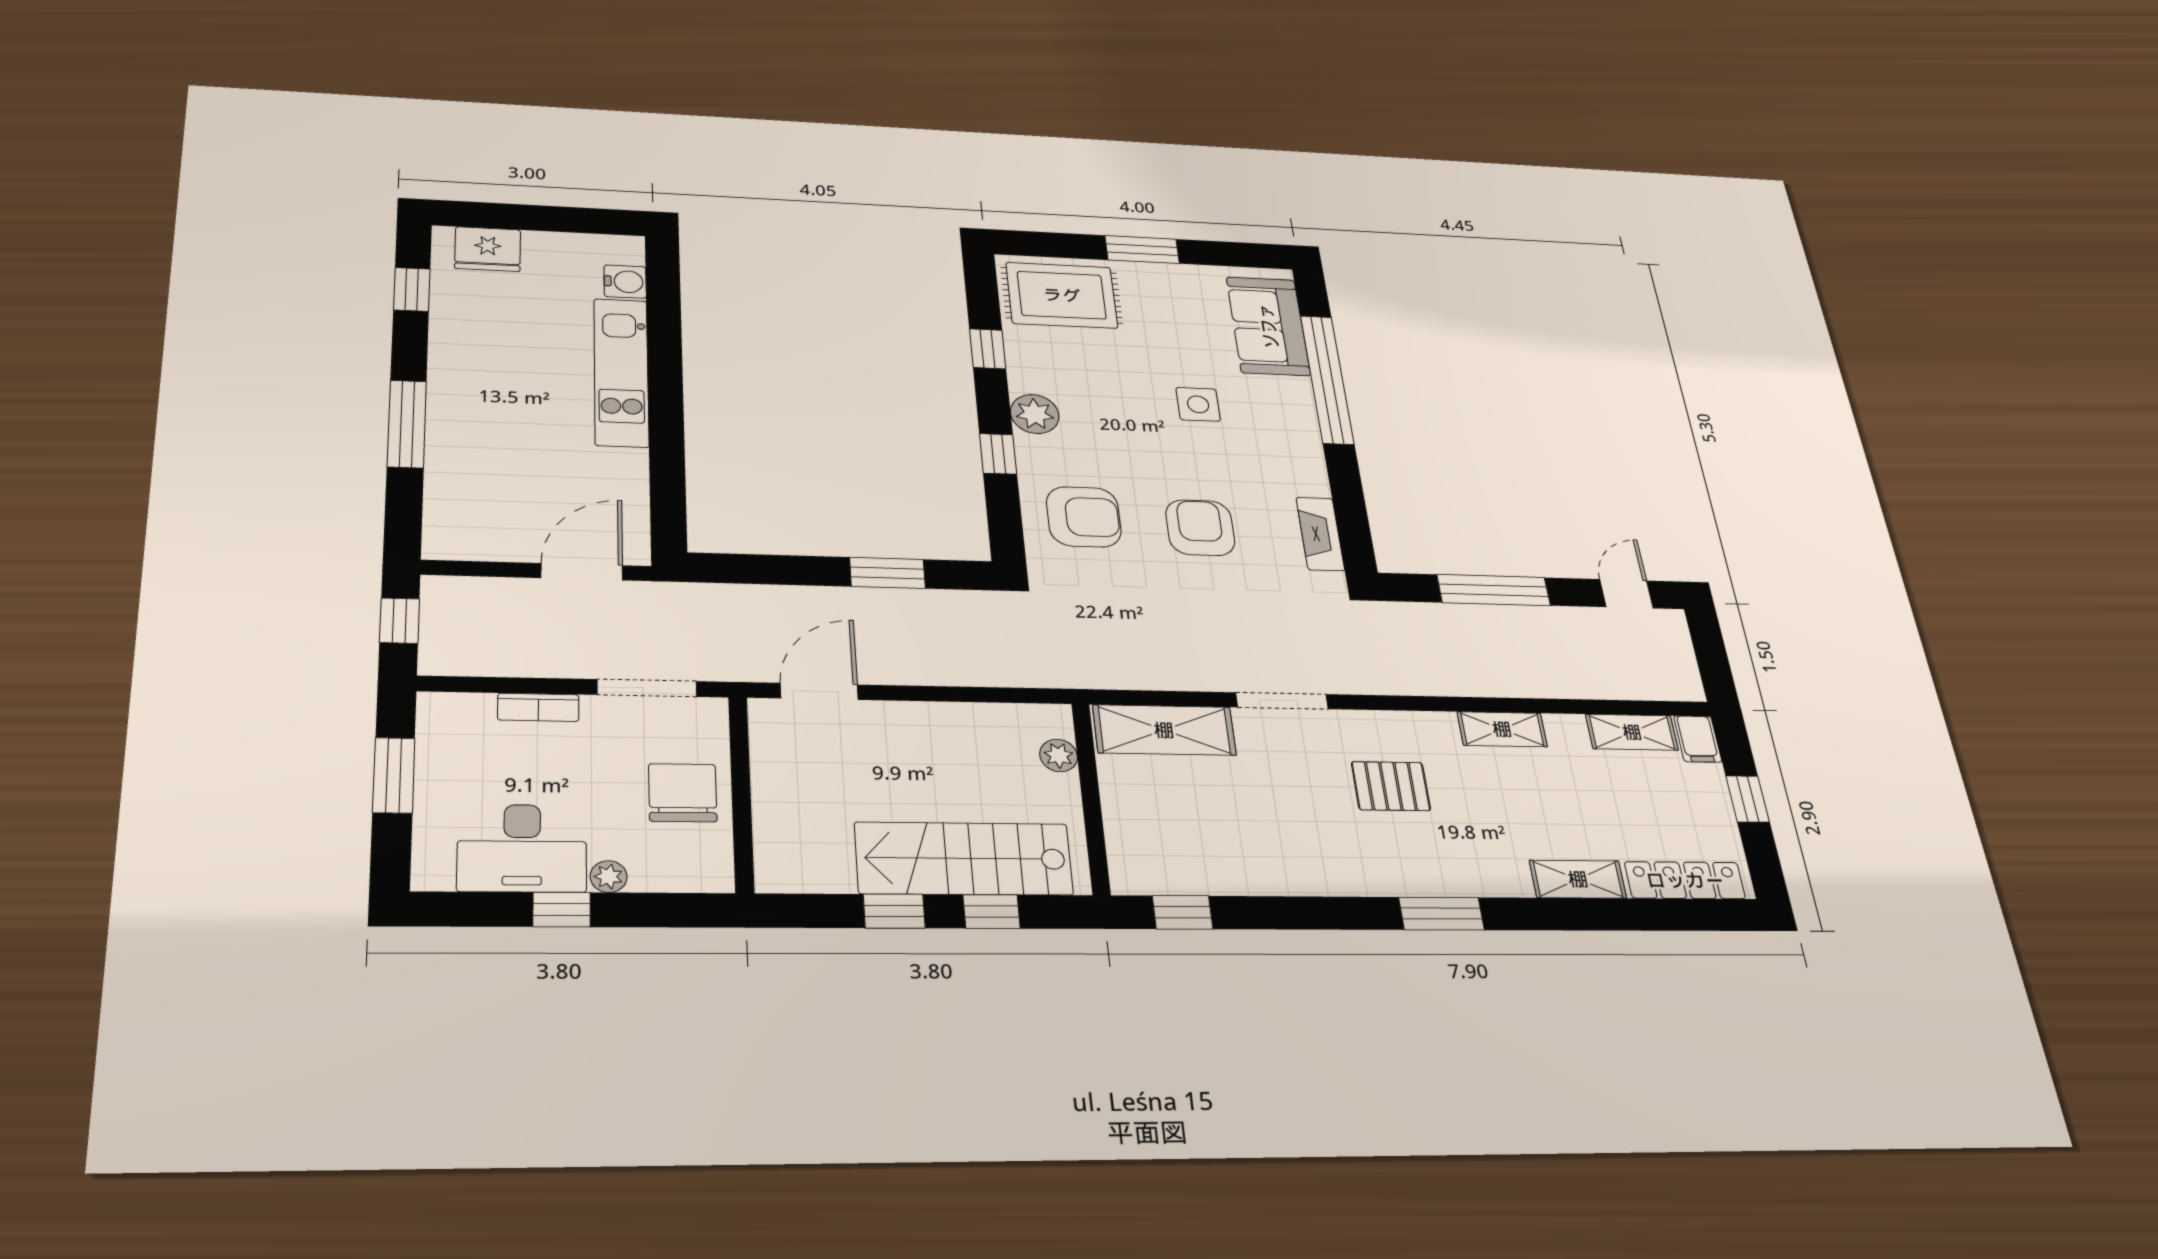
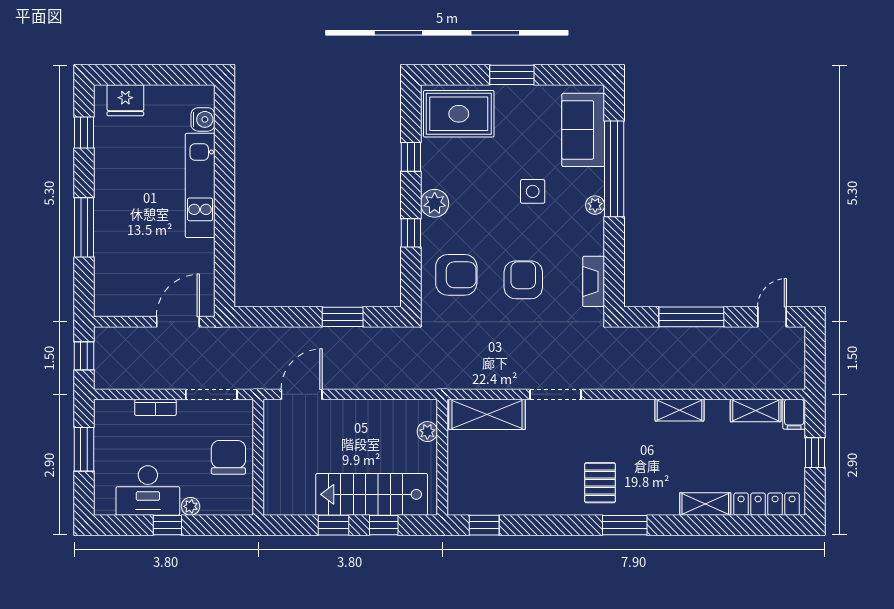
plant: (1304, 427) -> (595, 205), added
pallet: (1391, 786) -> (600, 483), moved, turned 90

